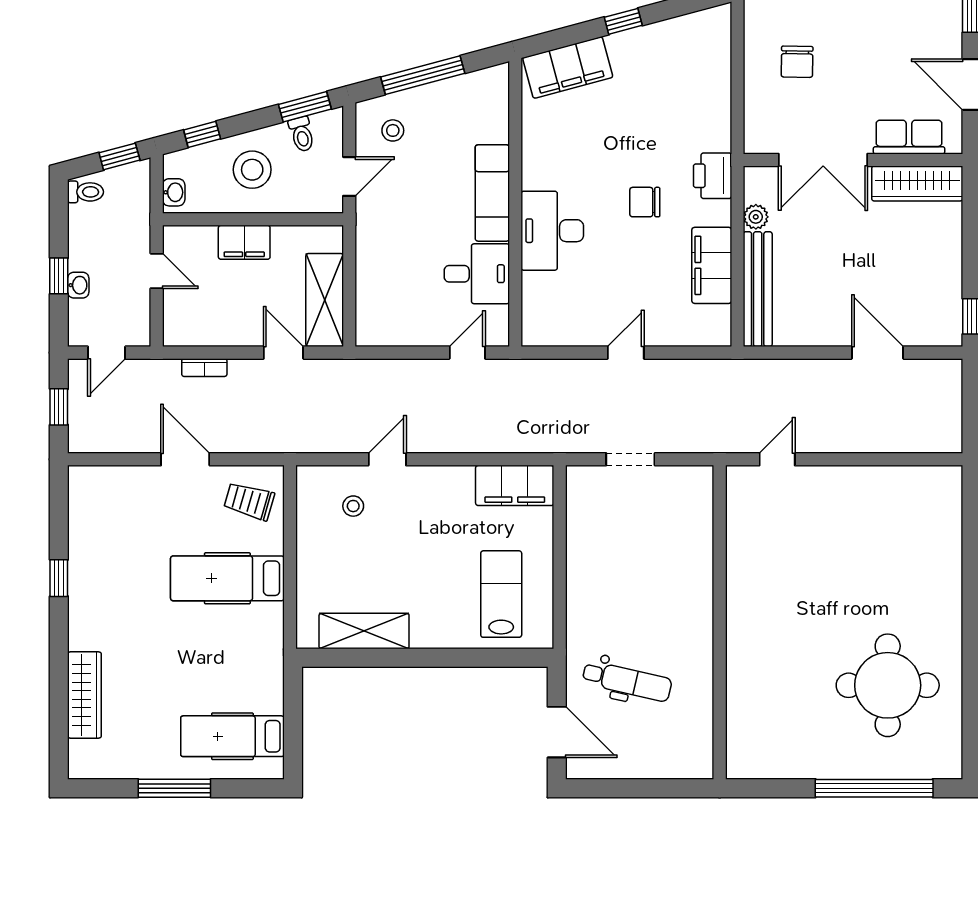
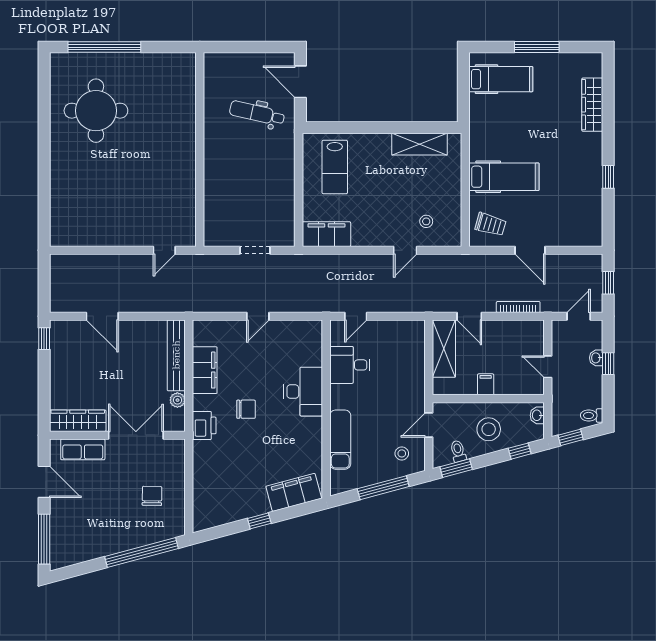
exam couch: (492, 193) -> (340, 440), moved
filing cabinet: (244, 242) -> (486, 384), width x0.50
bookcase: (204, 368) -> (518, 307), width x1.56

